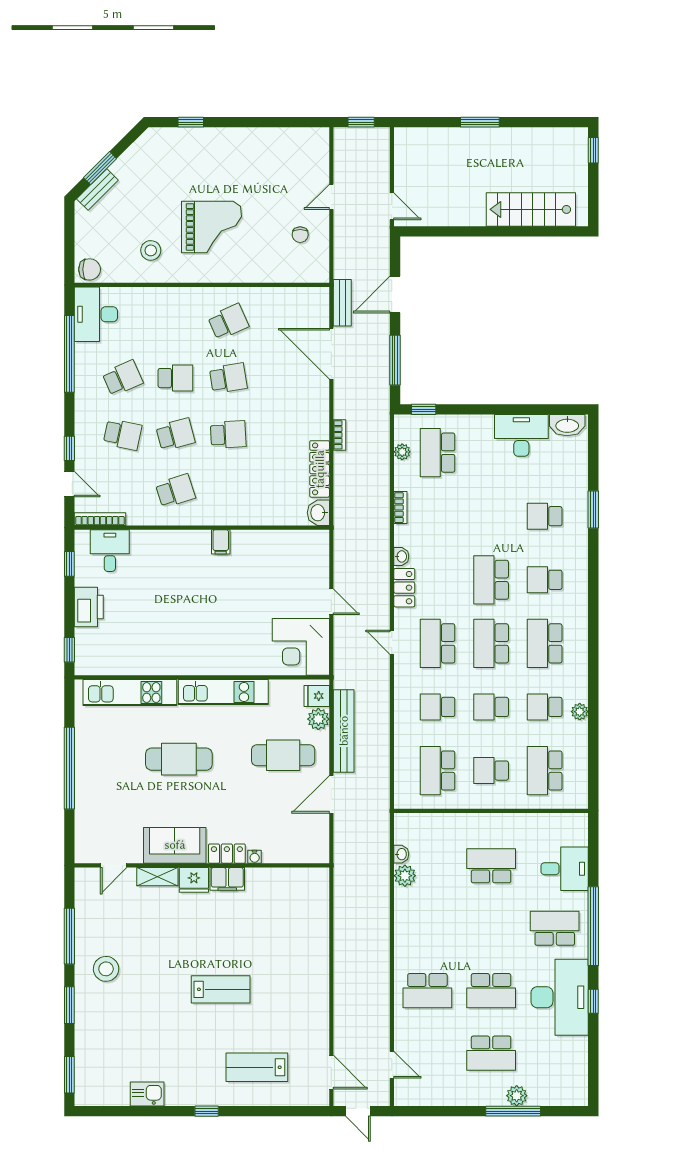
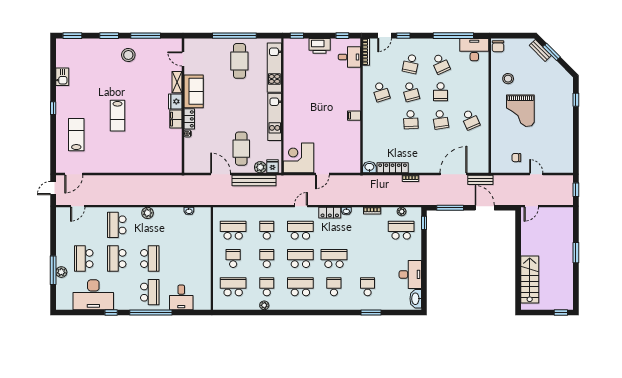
cafe table: (179, 759) -> (239, 61), moved
school desk: (491, 866) -> (150, 258), moved
plant: (405, 876) -> (148, 213), moved
desk: (560, 997) -> (93, 295), moved

